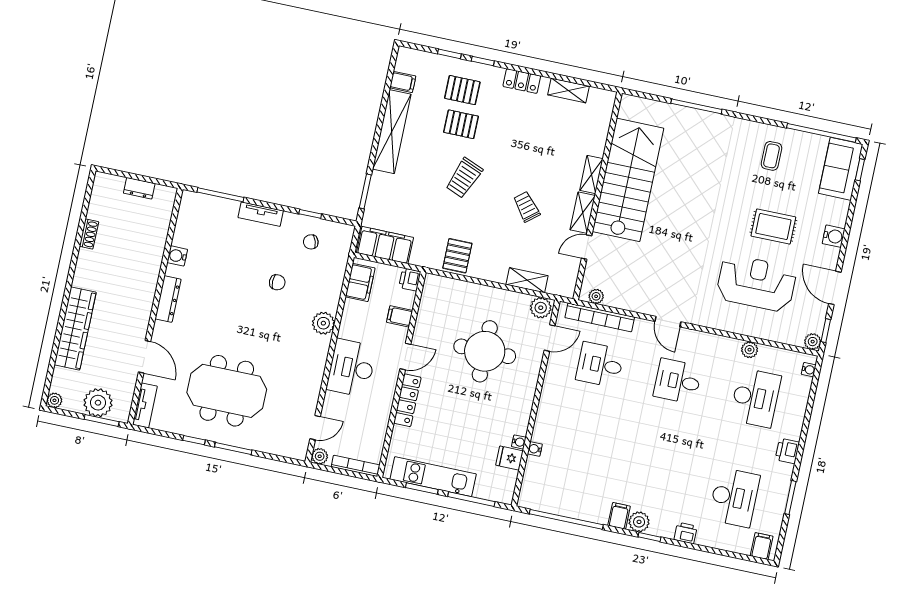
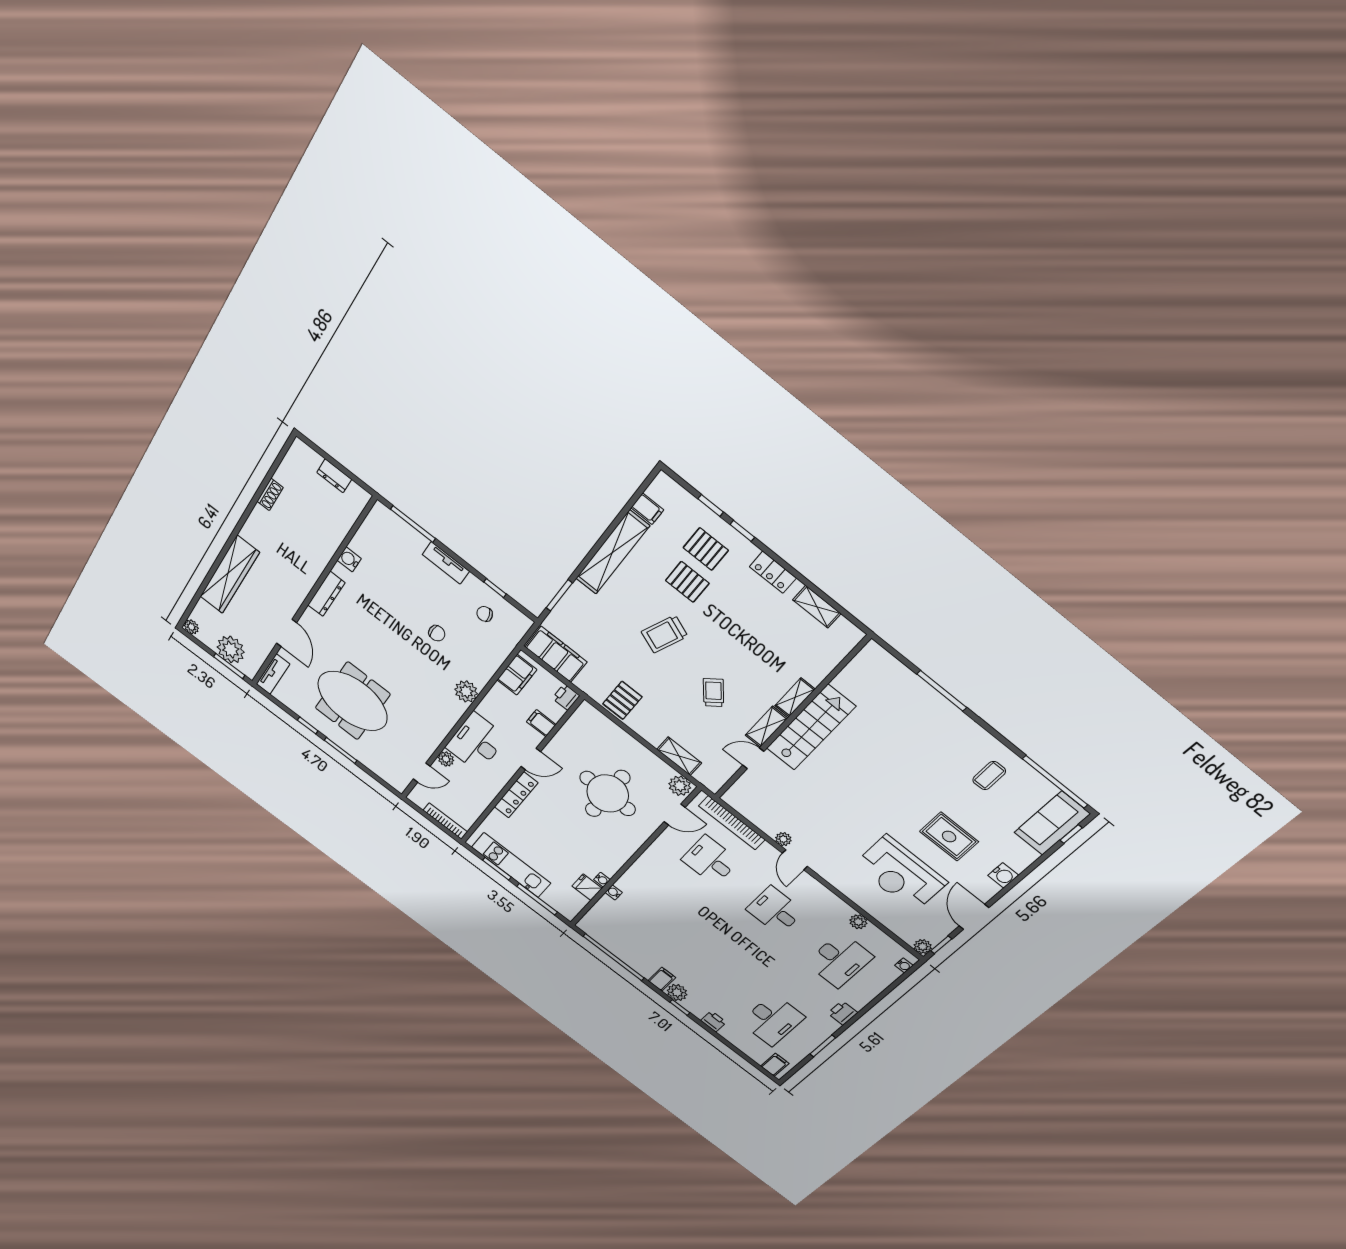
stairs: (628, 180) -> (811, 727), width x0.73, depth x0.66
reception desk: (756, 283) -> (900, 874), turned 180
plant: (596, 296) -> (783, 839), moved
plant: (320, 456) -> (446, 759), moved

